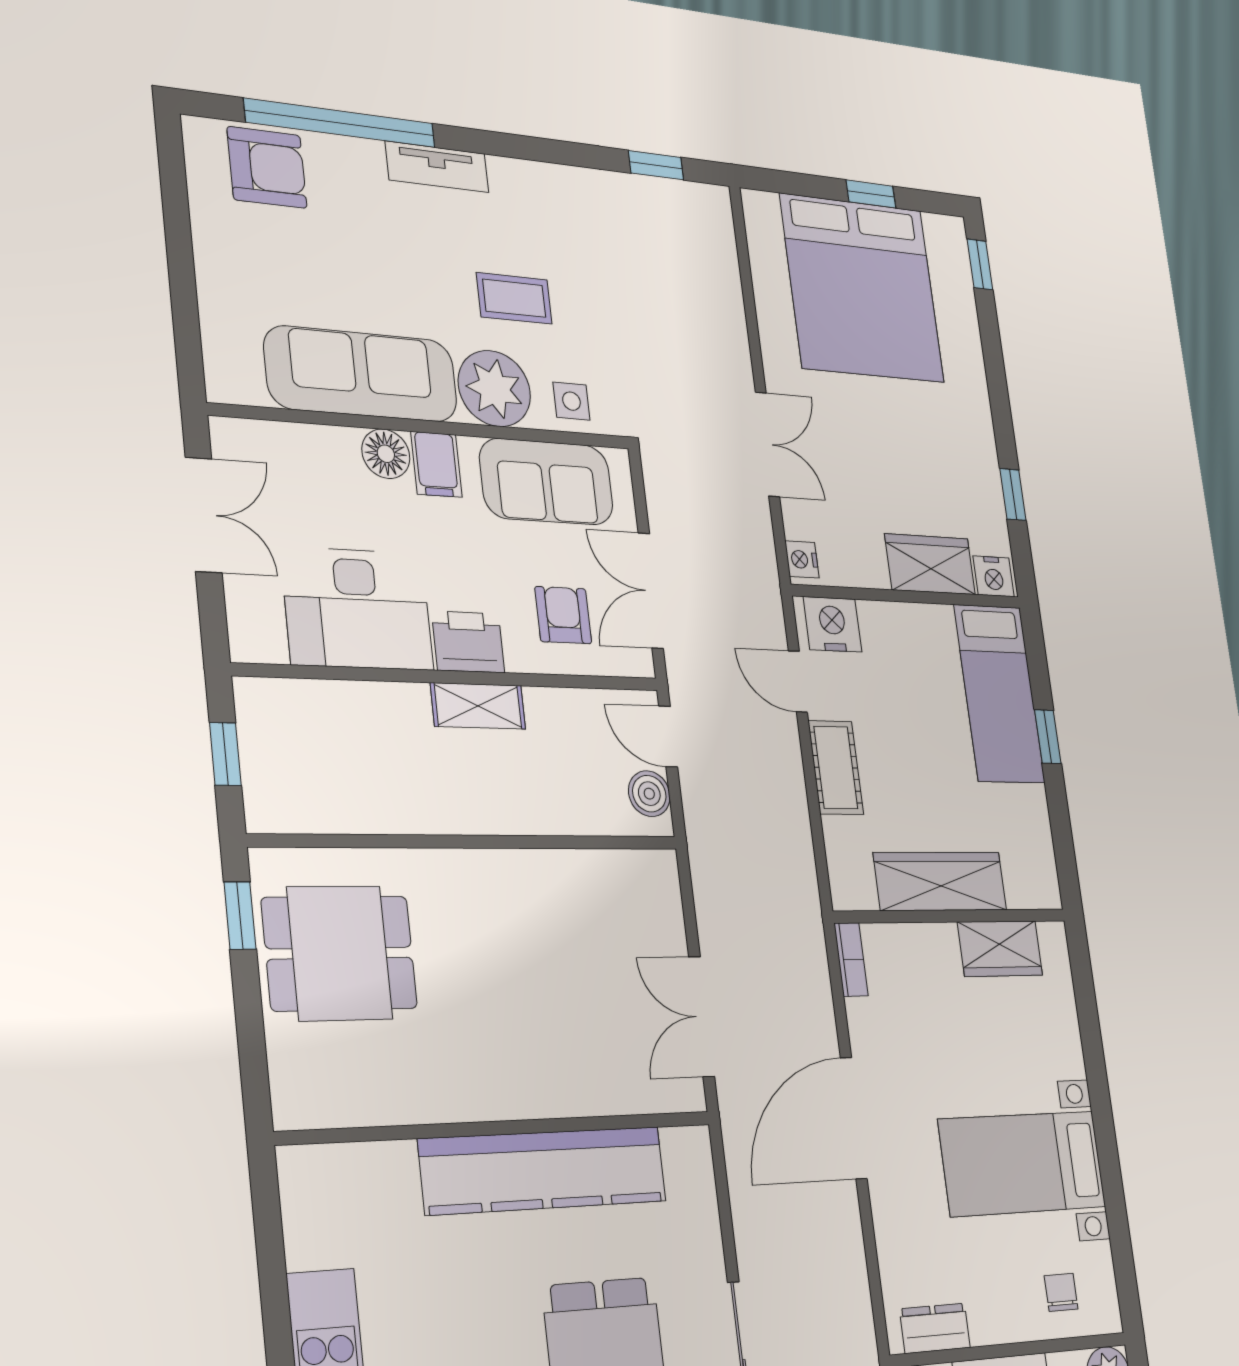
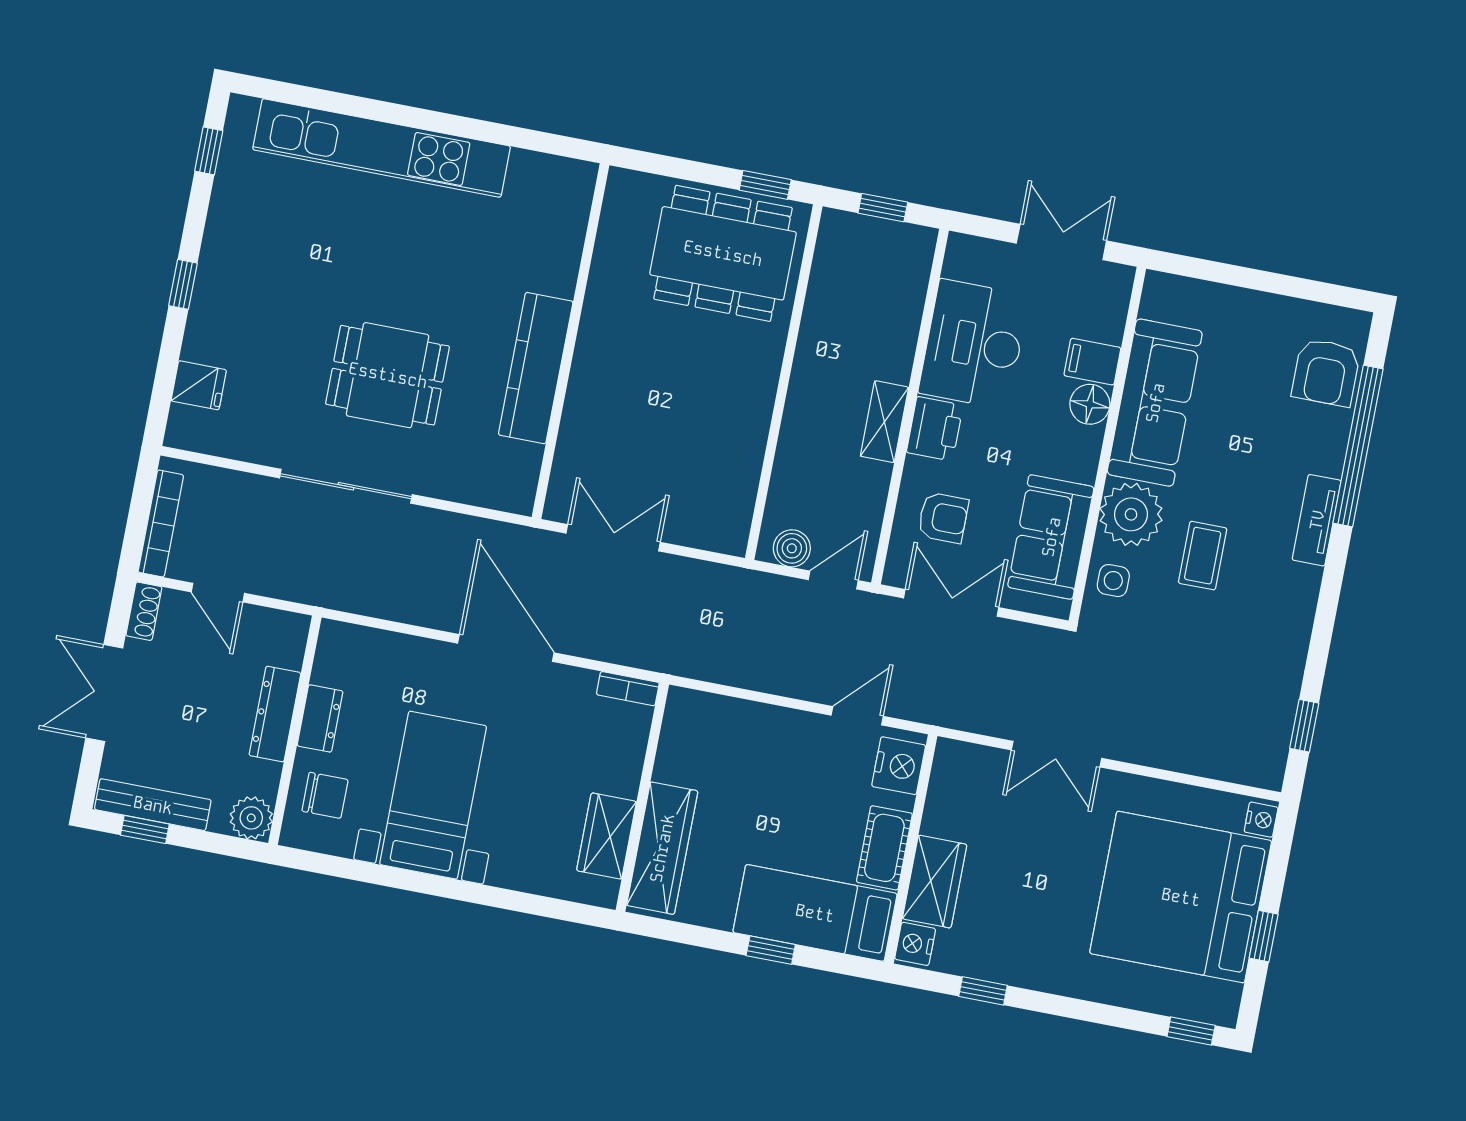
filing cabinet: (436, 464) -> (1092, 362), moved
double door: (204, 515) -> (1061, 242), swing flipped
nightstand: (802, 559) -> (1261, 820), moved, turned 90
cot: (836, 767) -> (884, 848), moved, turned 90
wardrobe: (940, 881) -> (662, 848), moved
dining table: (340, 953) -> (723, 253), width x1.38
kitchen counter: (544, 1170) -> (536, 368), width x0.72, depth x0.86
chair: (1061, 1292) -> (325, 795), width x1.37, depth x1.37
dresser: (935, 1328) -> (320, 718), moved

